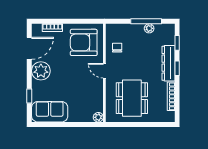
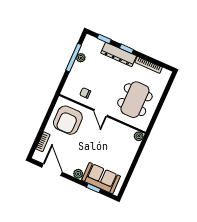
plant: (41, 71) -> (78, 174), width x0.53, depth x0.53
door: (104, 71) -> (100, 113), hinge flipped
dining table: (132, 98) -> (135, 100), turned 90
sofa: (50, 112) -> (101, 178), moved, turned 90

